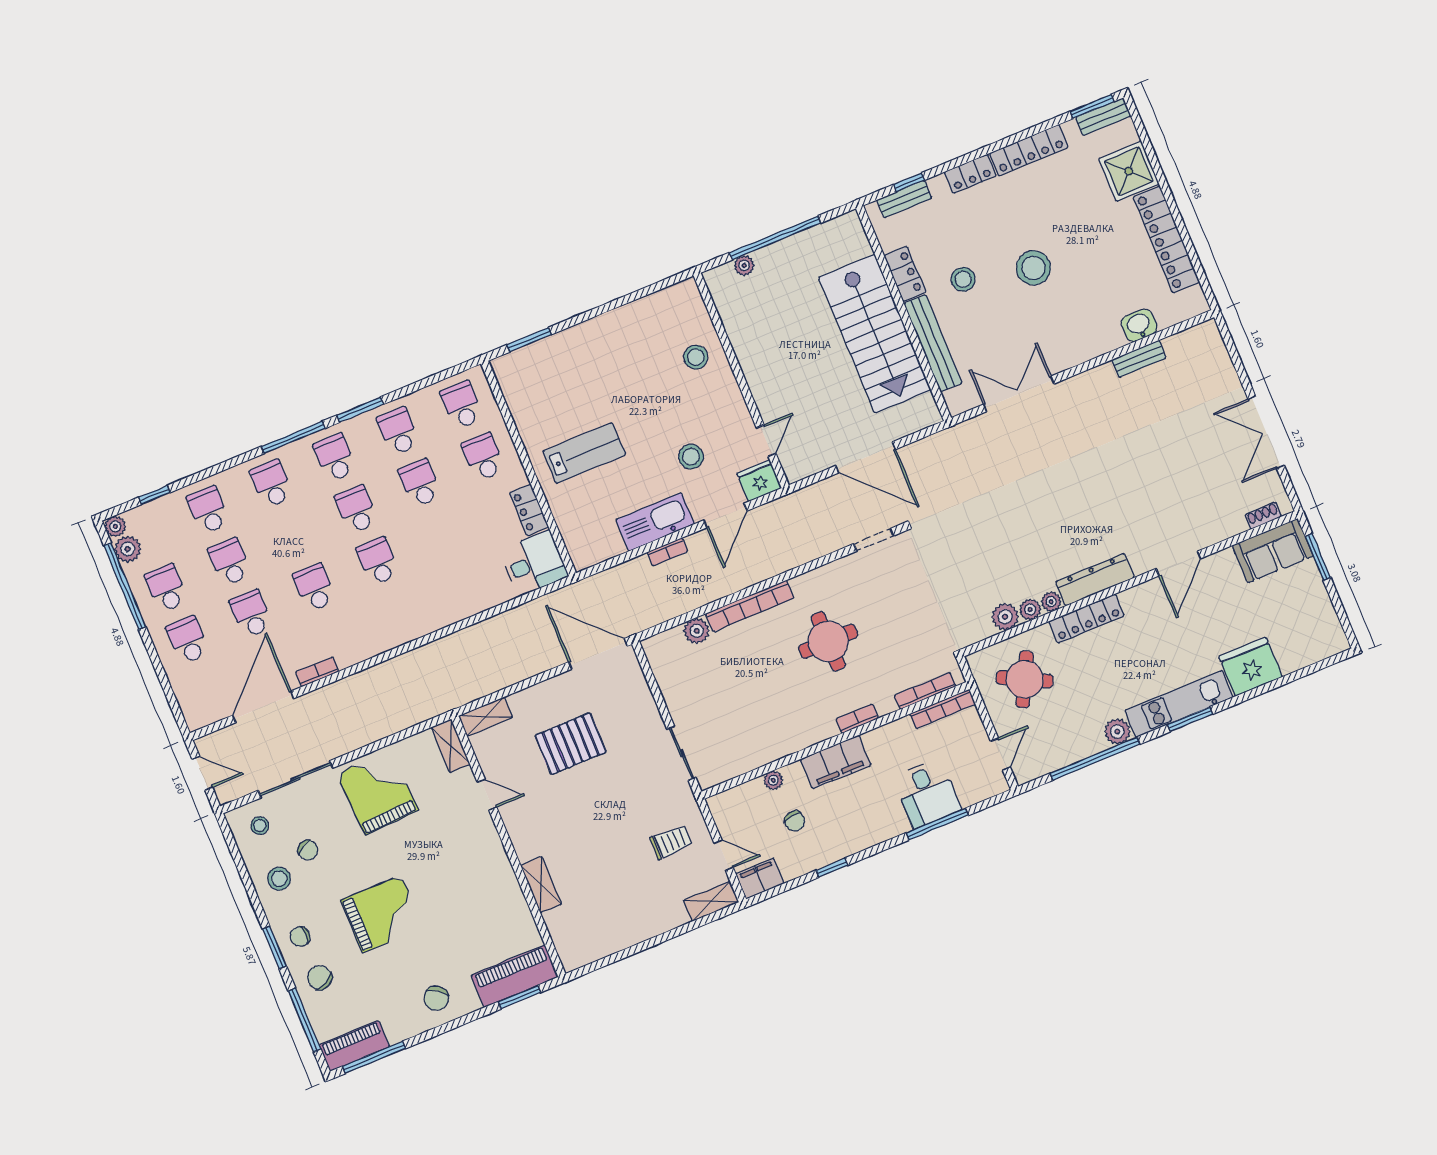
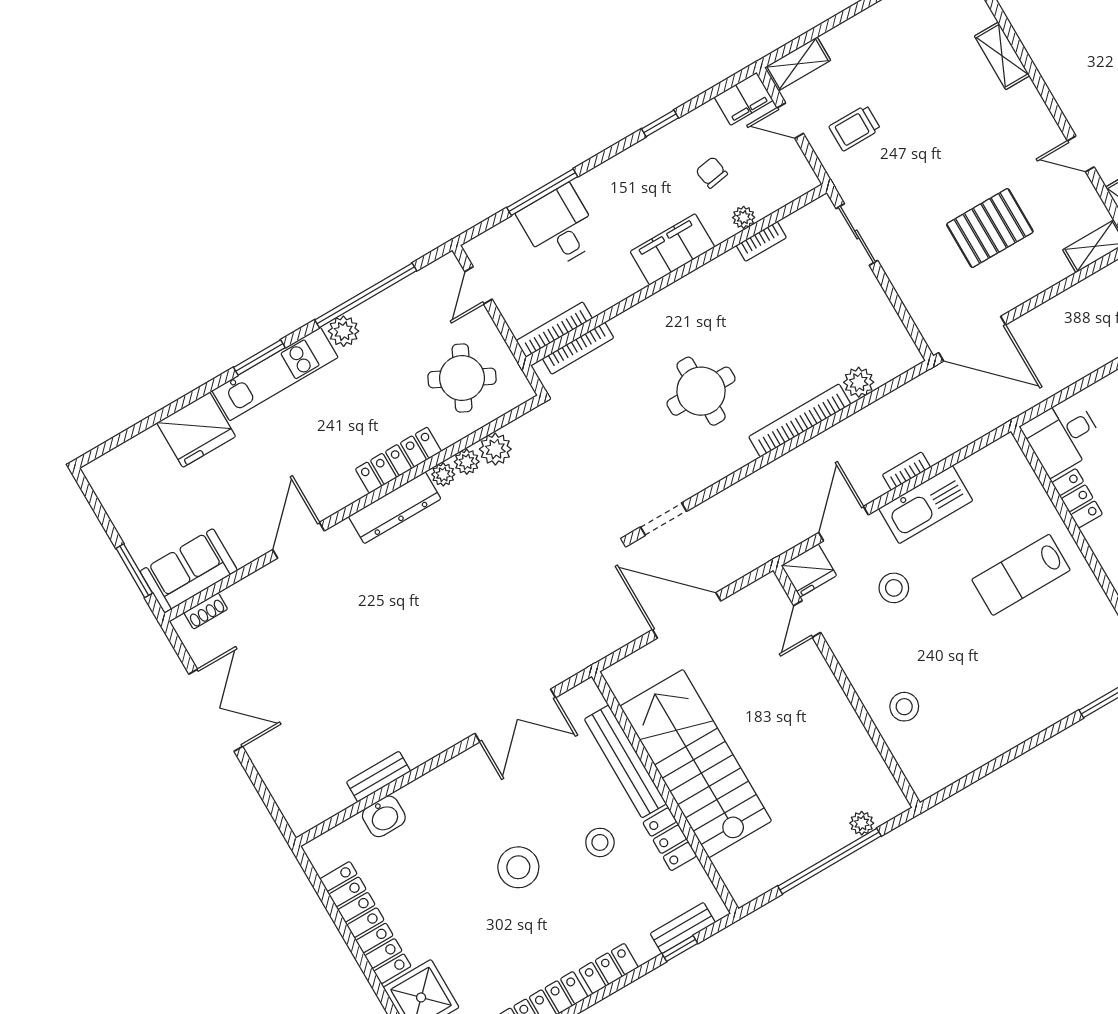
bookcase: (857, 719) -> (761, 241), moved

